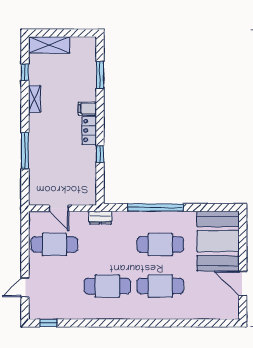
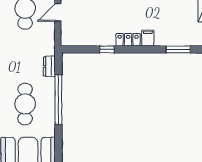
dresser: (100, 218) -> (49, 66), moved

